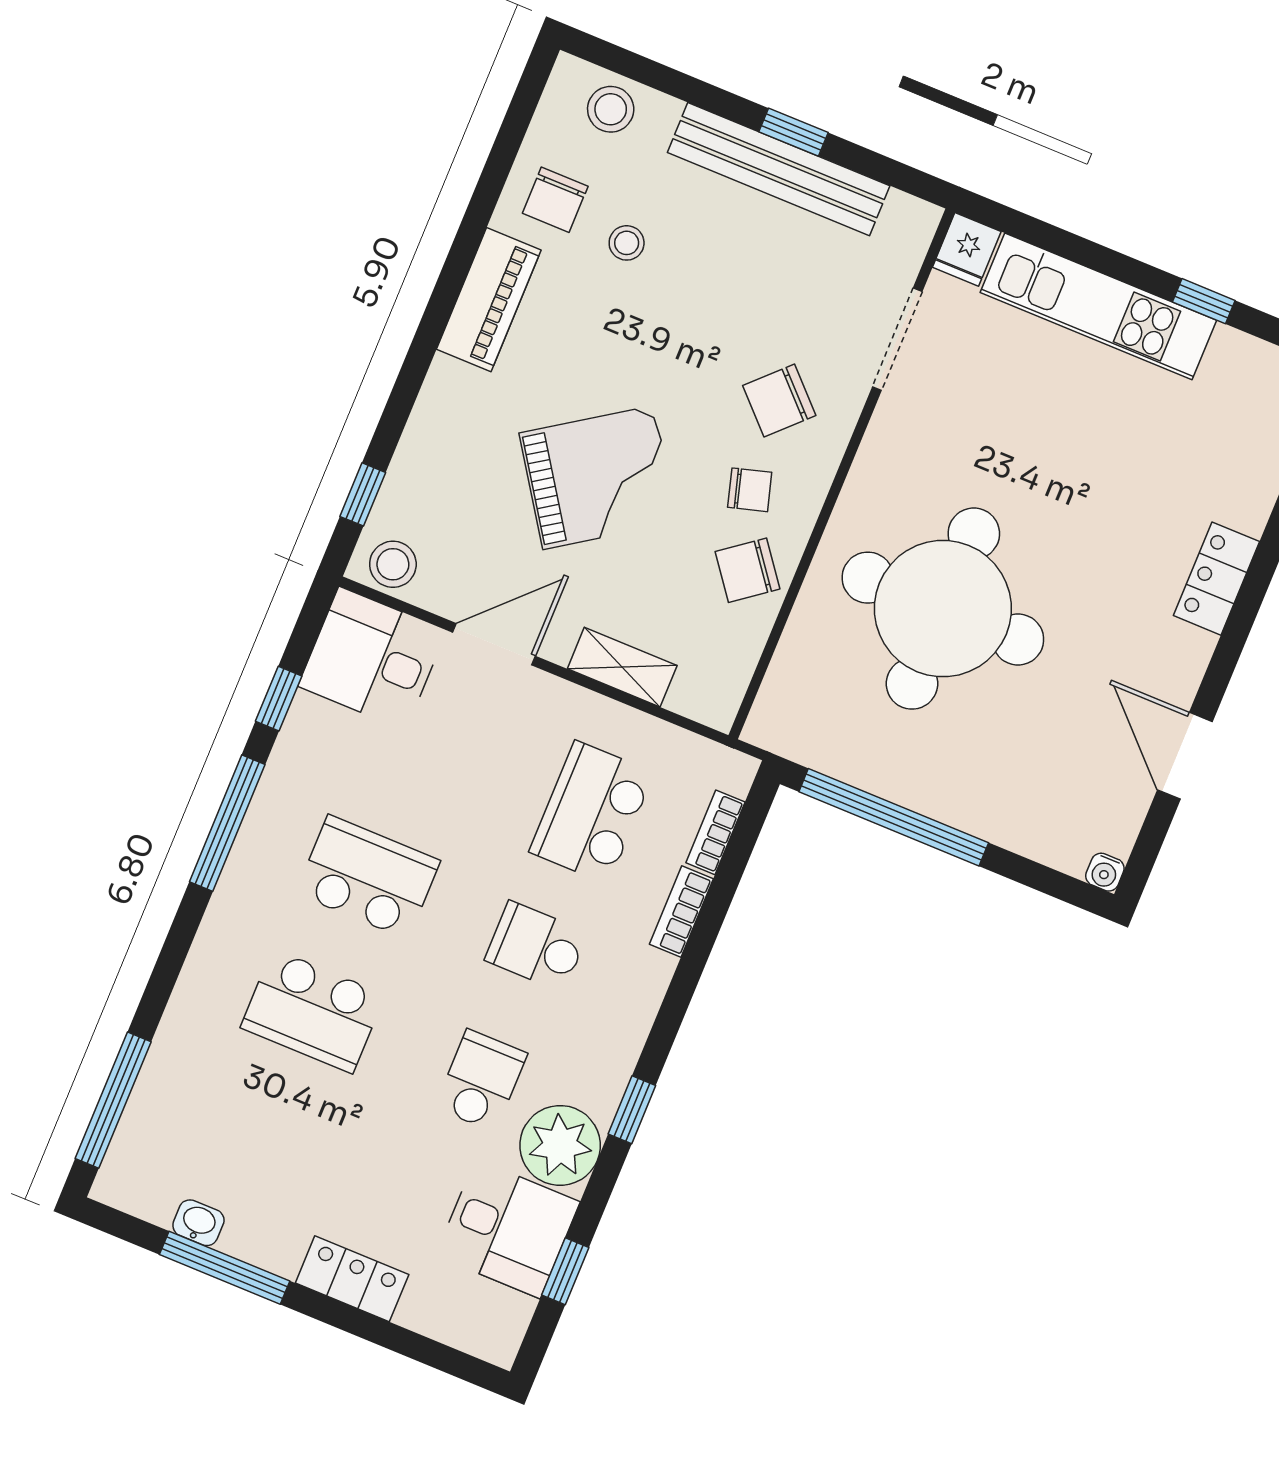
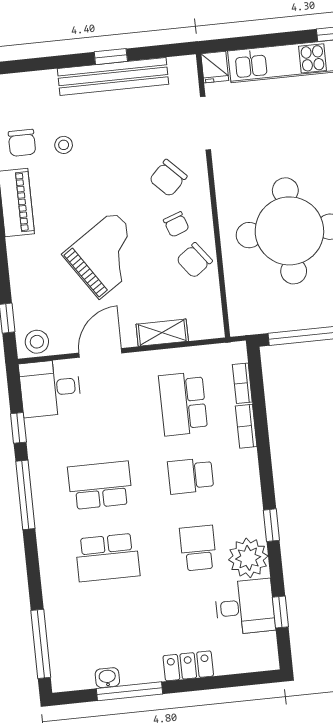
stool: (611, 109) -> (25, 90), removed
chair: (750, 490) -> (176, 224), turned 86

